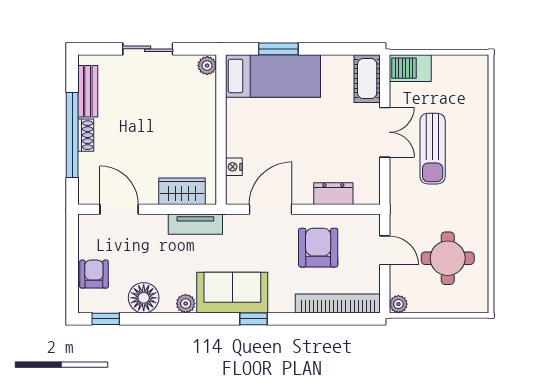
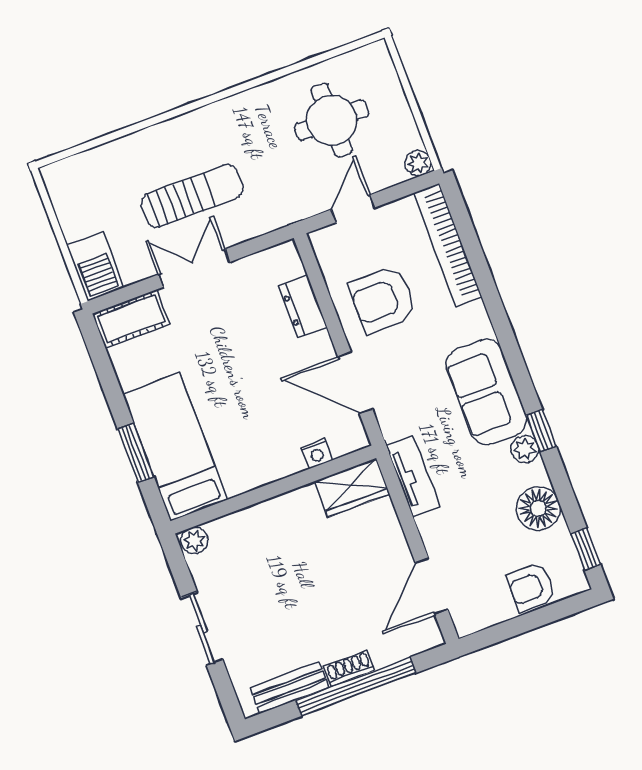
wardrobe: (182, 191) -> (352, 488), moved, turned -90
window: (254, 319) -> (541, 431), moved

